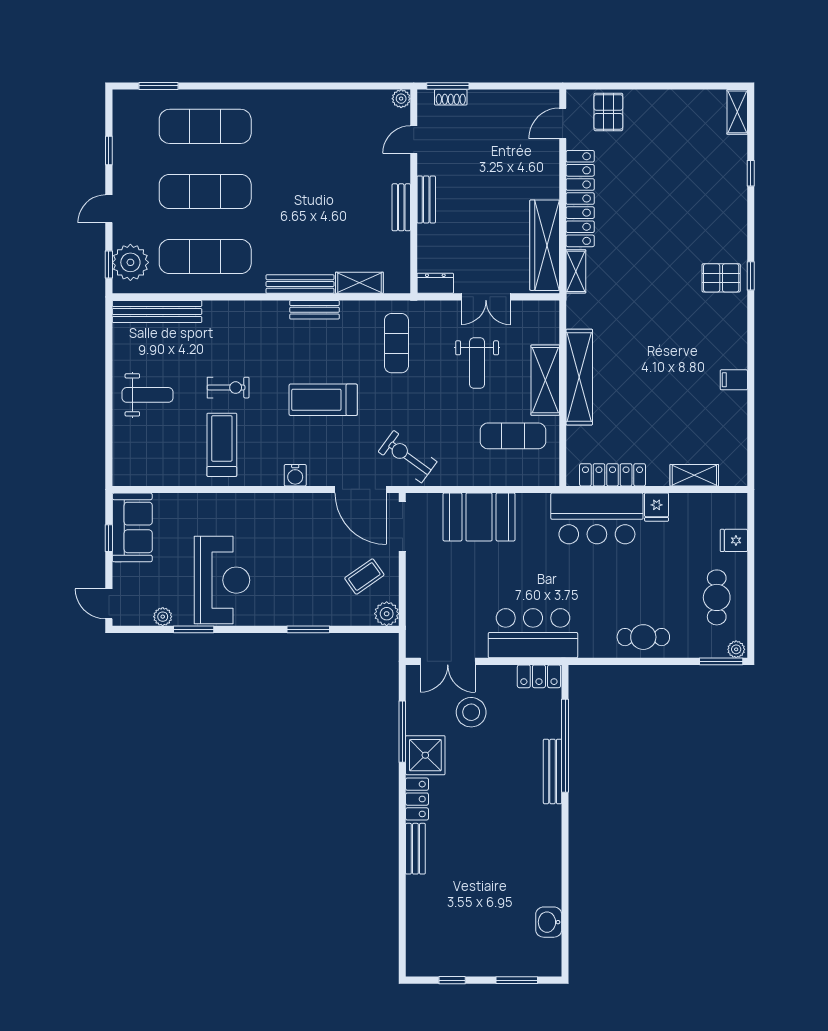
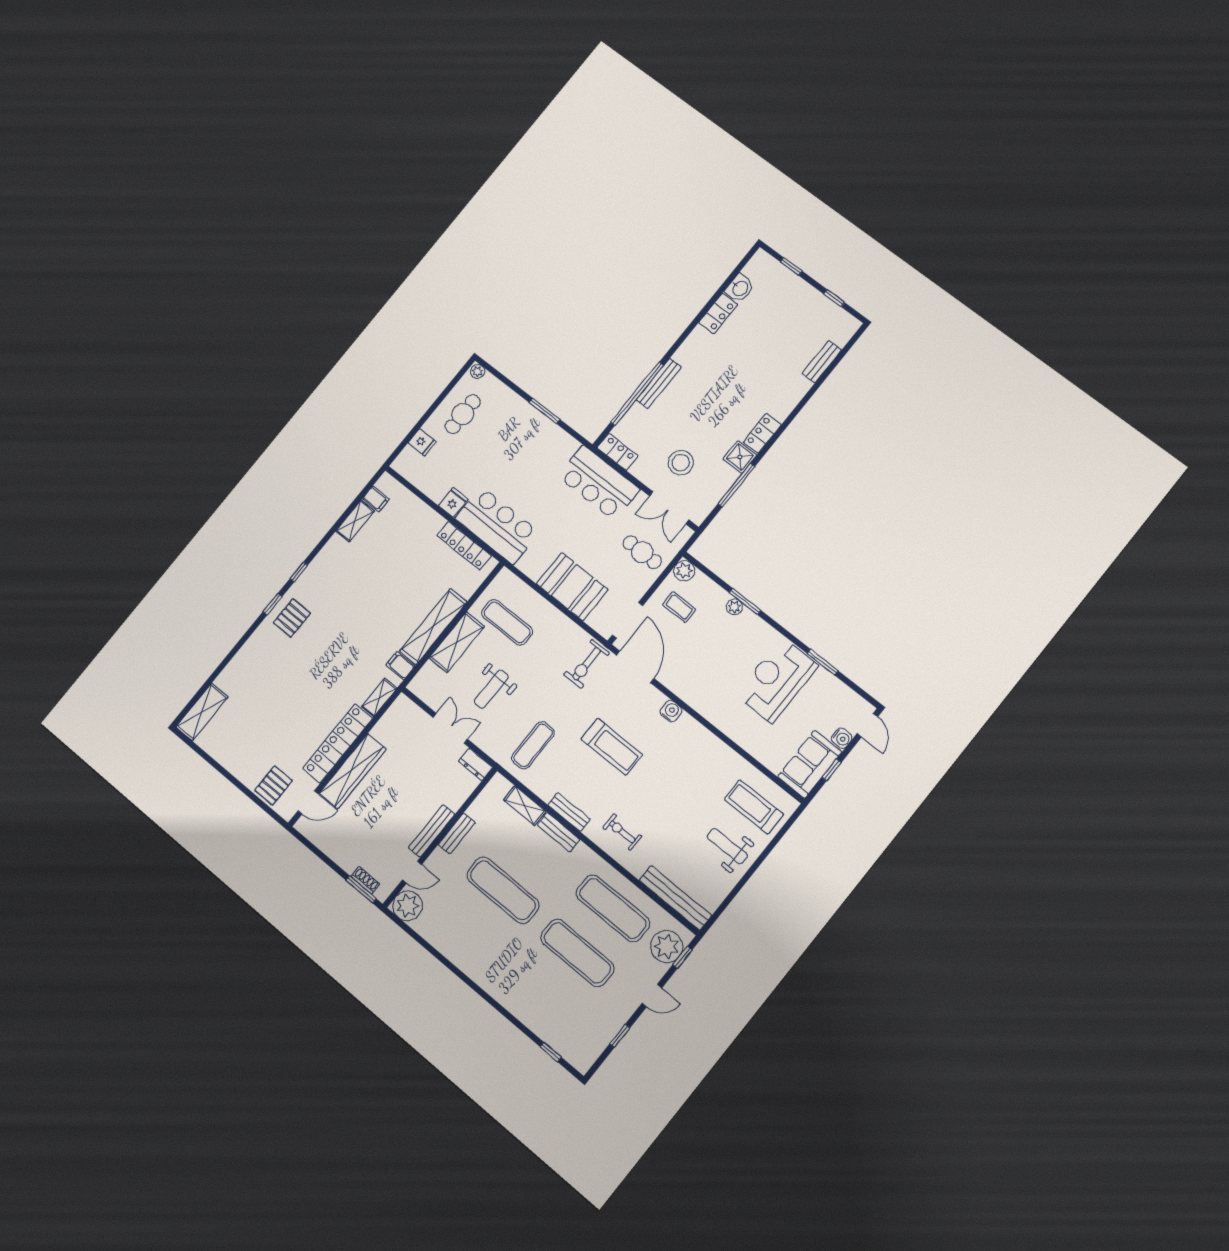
window: (158, 86) -> (551, 1052), width x0.67
plant: (401, 99) -> (407, 906), width x1.88, depth x1.88
shelving: (737, 112) -> (202, 712), width x1.50, depth x1.33
exercise mat: (205, 126) -> (503, 890), moved
window: (751, 173) -> (299, 572), moved
bench: (426, 200) -> (432, 831), width x1.36
wardrobe: (545, 245) -> (353, 771), moved
pallet: (721, 278) -> (292, 618), turned 90
bench: (300, 284) -> (559, 832), width x0.73
filing cabinet: (580, 317) -> (400, 666), added
weight bench: (477, 363) -> (491, 689), turned 180
filing cabinet: (734, 380) -> (376, 499), moved
exercise bike: (228, 388) -> (622, 832), moved
treadmill: (222, 445) -> (754, 807), moved, turned 90
exercise bike: (408, 457) -> (587, 664), turned 54
shelving: (694, 475) -> (355, 521), moved, turned 90
water cooler: (122, 574) -> (842, 738), added
coffee table: (364, 577) -> (679, 607), turned 35
plant: (163, 617) -> (734, 607), moved
cafe table: (643, 637) -> (642, 552), moved
double door: (448, 661) -> (669, 508), swing flipped
window: (721, 661) -> (545, 411), moved
shower: (425, 755) -> (740, 457), width x0.73, depth x0.73
bench: (415, 849) -> (822, 362), moved
locker: (550, 882) -> (718, 313), added
window: (517, 980) -> (791, 266), width x0.67

